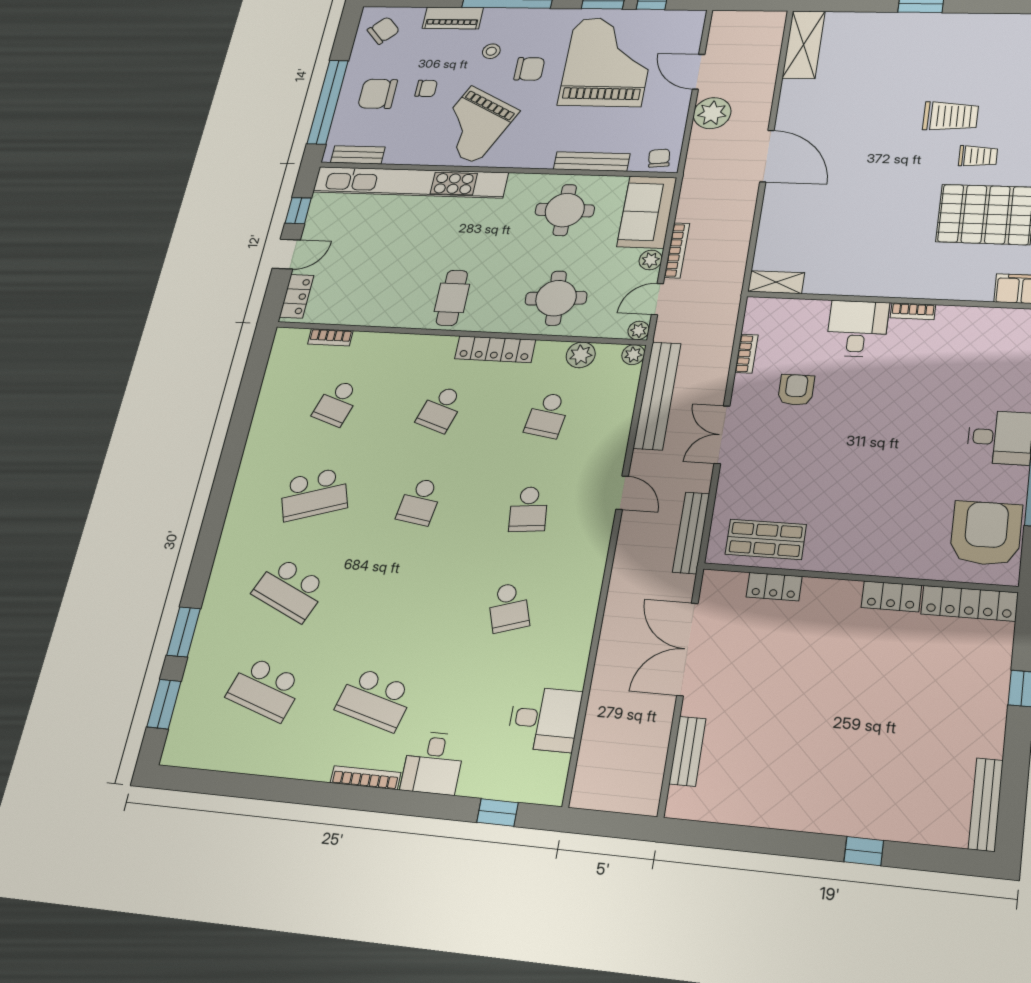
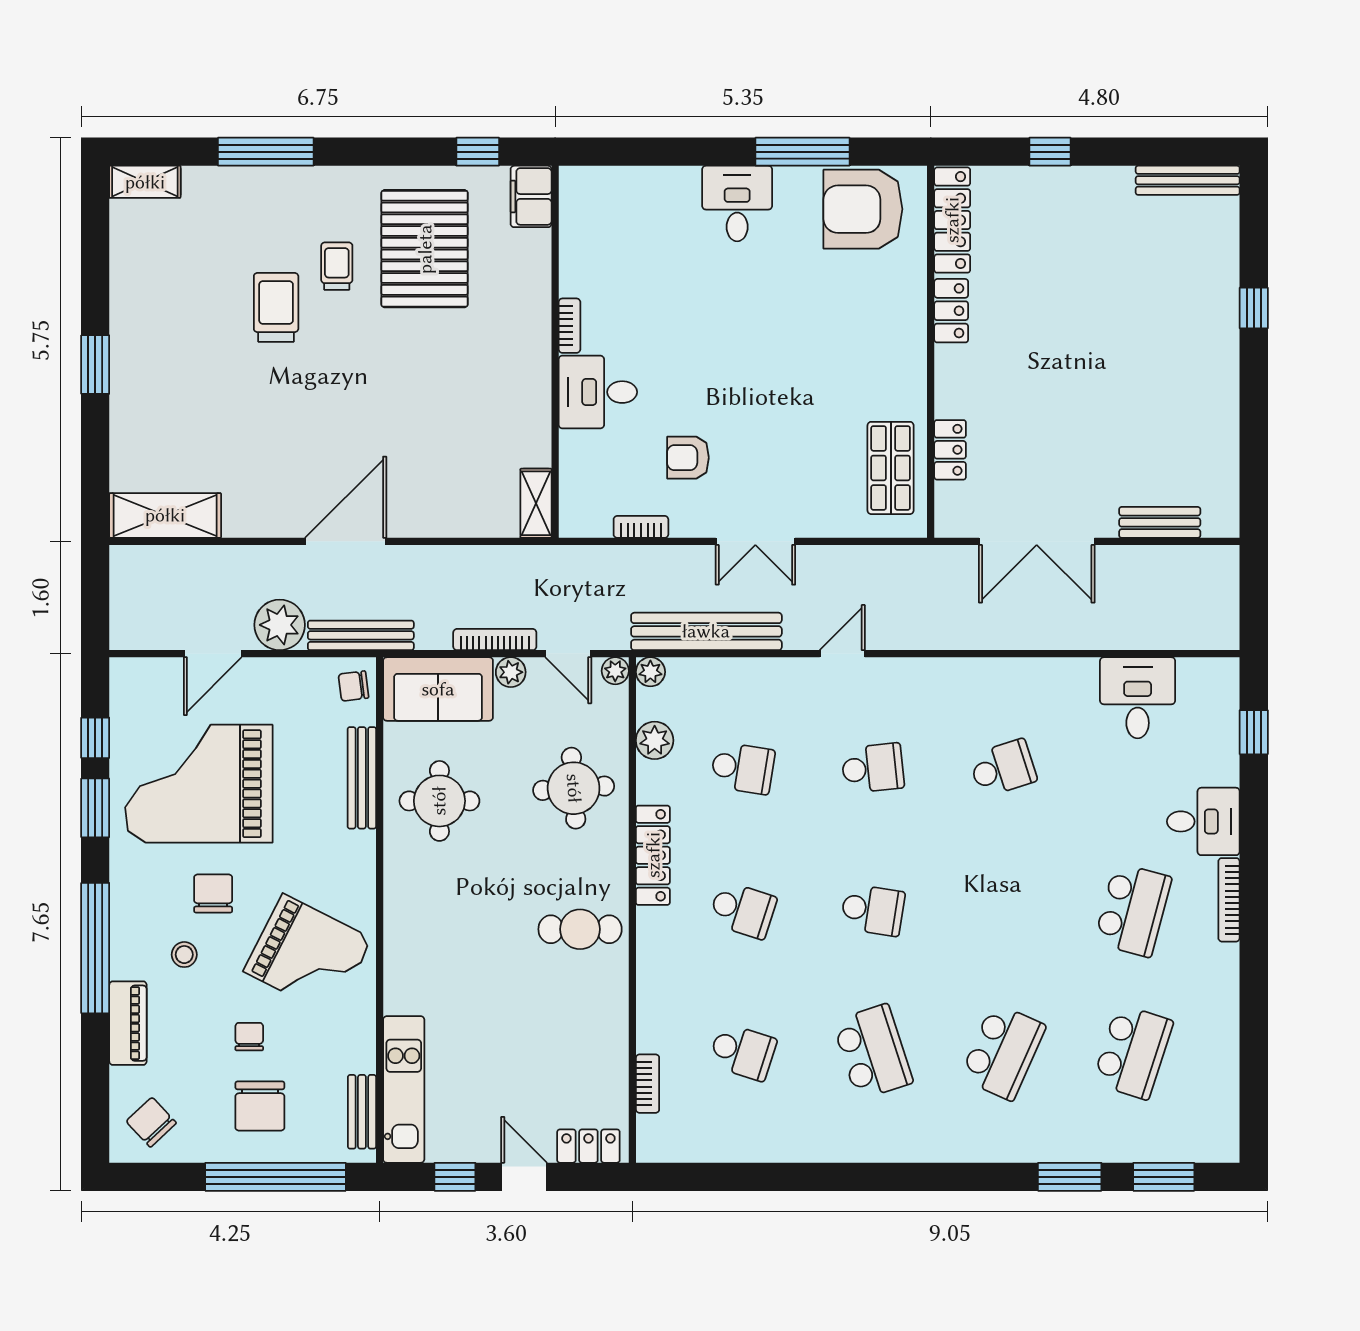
kitchen unit: (410, 182) -> (404, 1089), width x0.54
bench: (691, 533) -> (361, 635), moved

